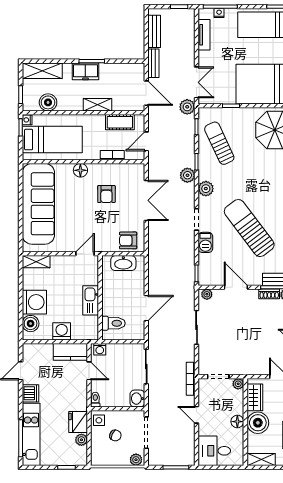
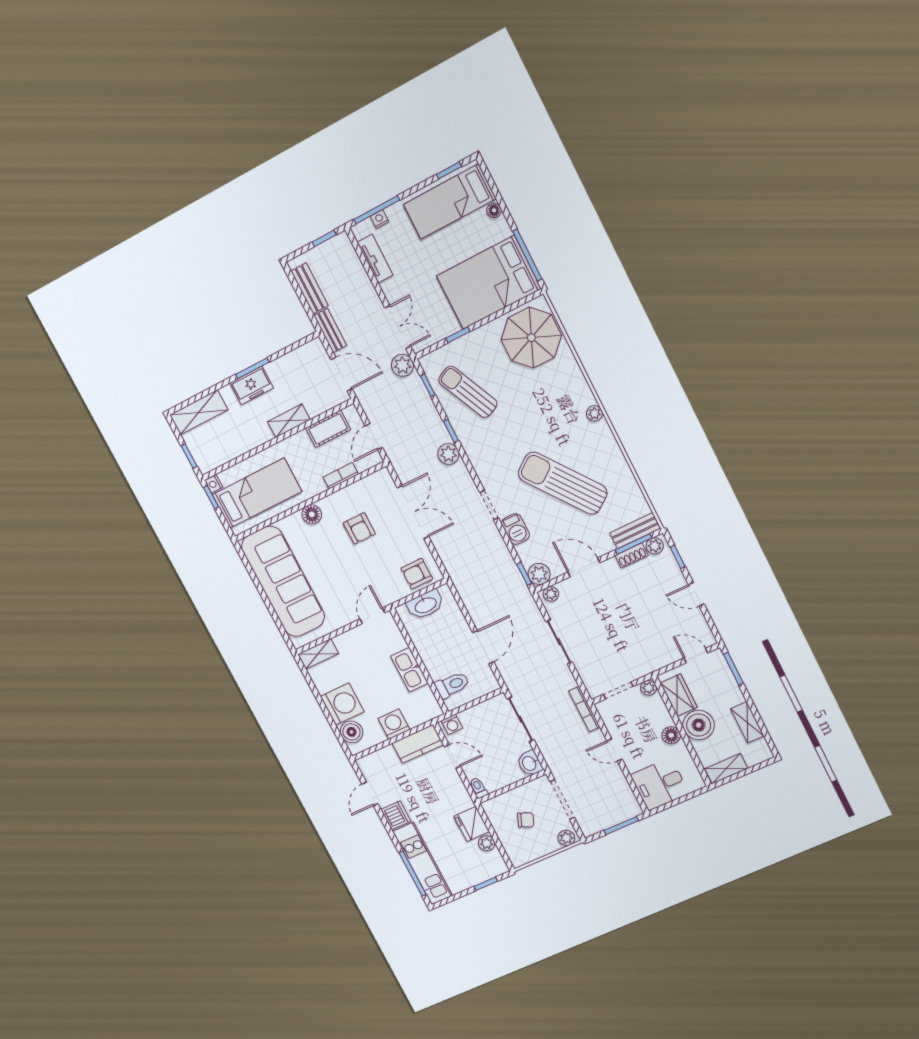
boiler: (48, 102) -> (227, 449), removed
plant: (206, 189) -> (539, 574), moved
side table: (99, 420) -> (496, 811), removed

